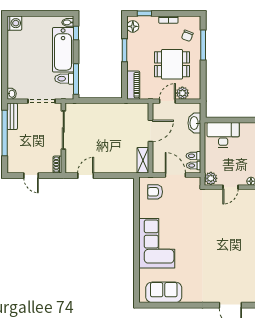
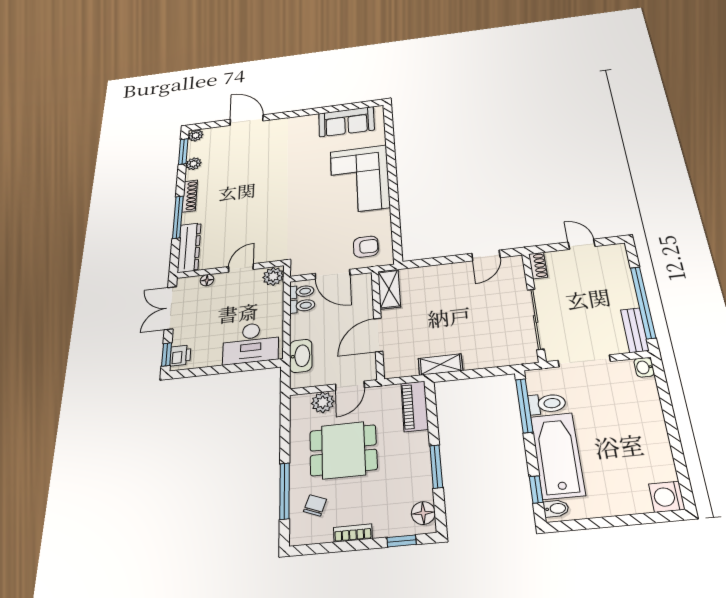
shelving: (118, 108) -> (440, 365), added

